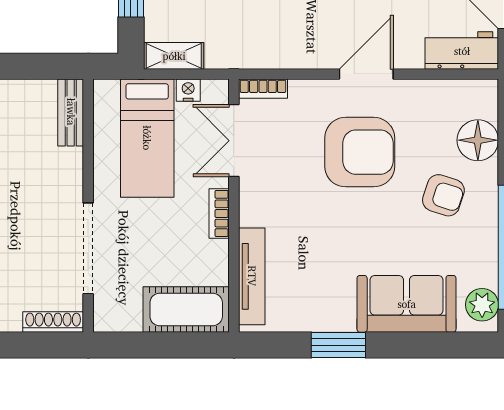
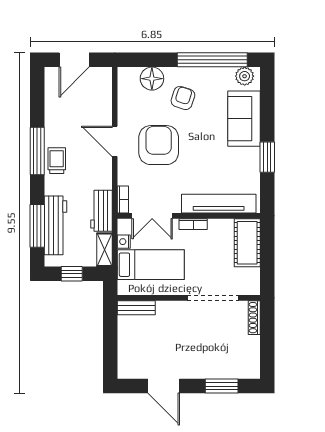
workbench: (462, 51) -> (101, 211), moved
tv unit: (252, 276) -> (219, 204), width x1.36, depth x1.29

